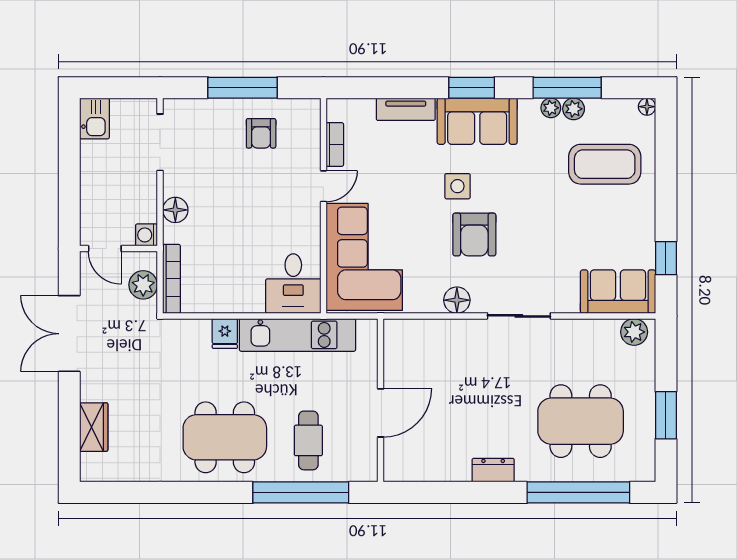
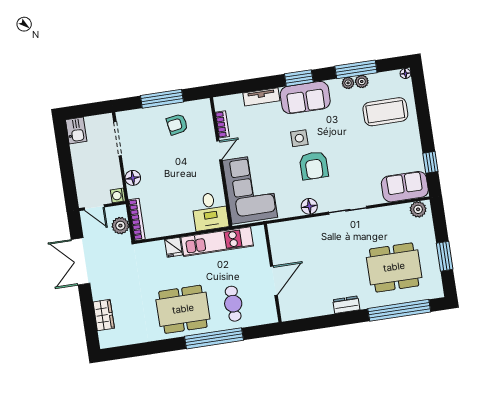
armchair: (261, 133) -> (177, 124), turned 81
window: (301, 492) -> (214, 338), moved

